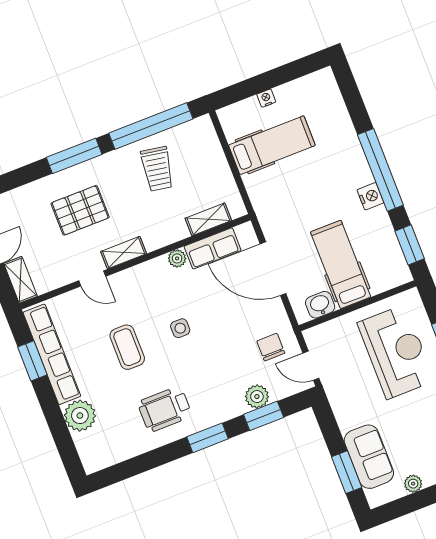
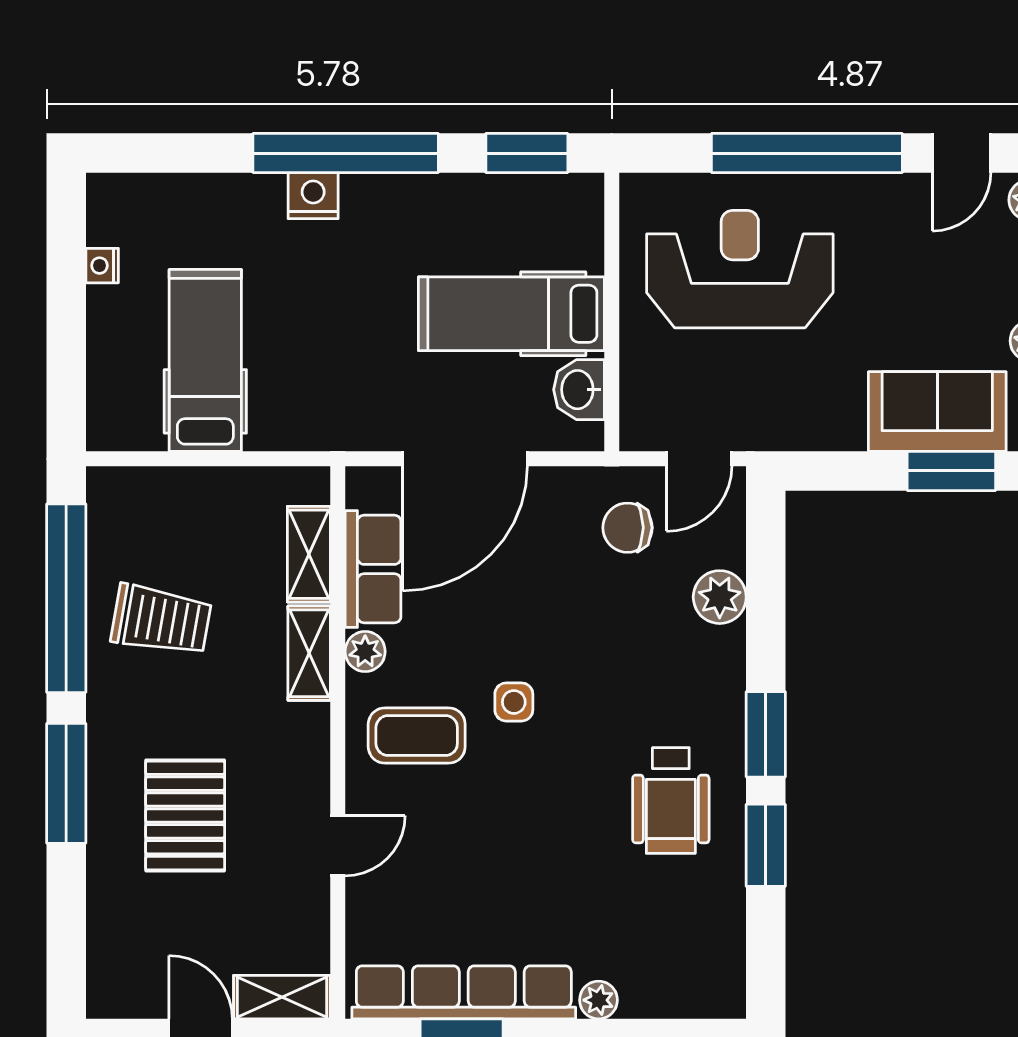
nightstand: (266, 98) -> (102, 266), moved
nightstand: (370, 196) -> (313, 196), moved
shelving: (124, 253) -> (309, 653), moved
coffee table: (127, 347) -> (417, 736), moved
plant: (80, 416) -> (598, 1000), width x0.53, depth x0.53
window: (264, 416) -> (766, 845), moved

